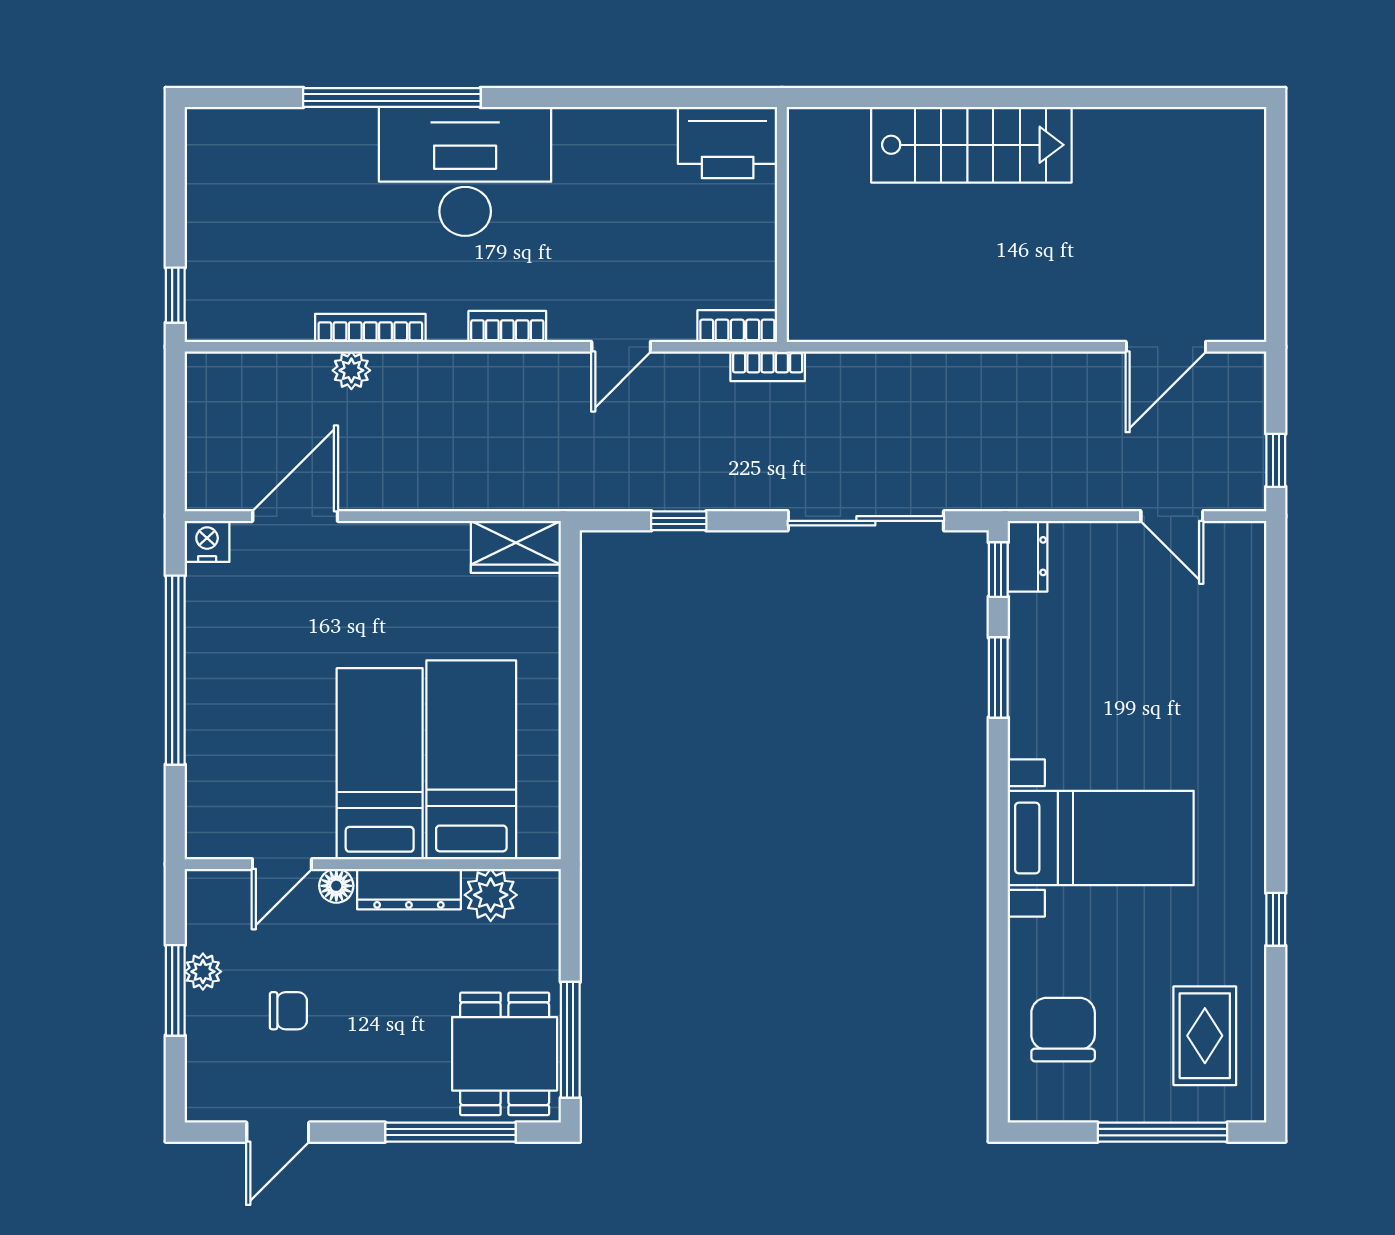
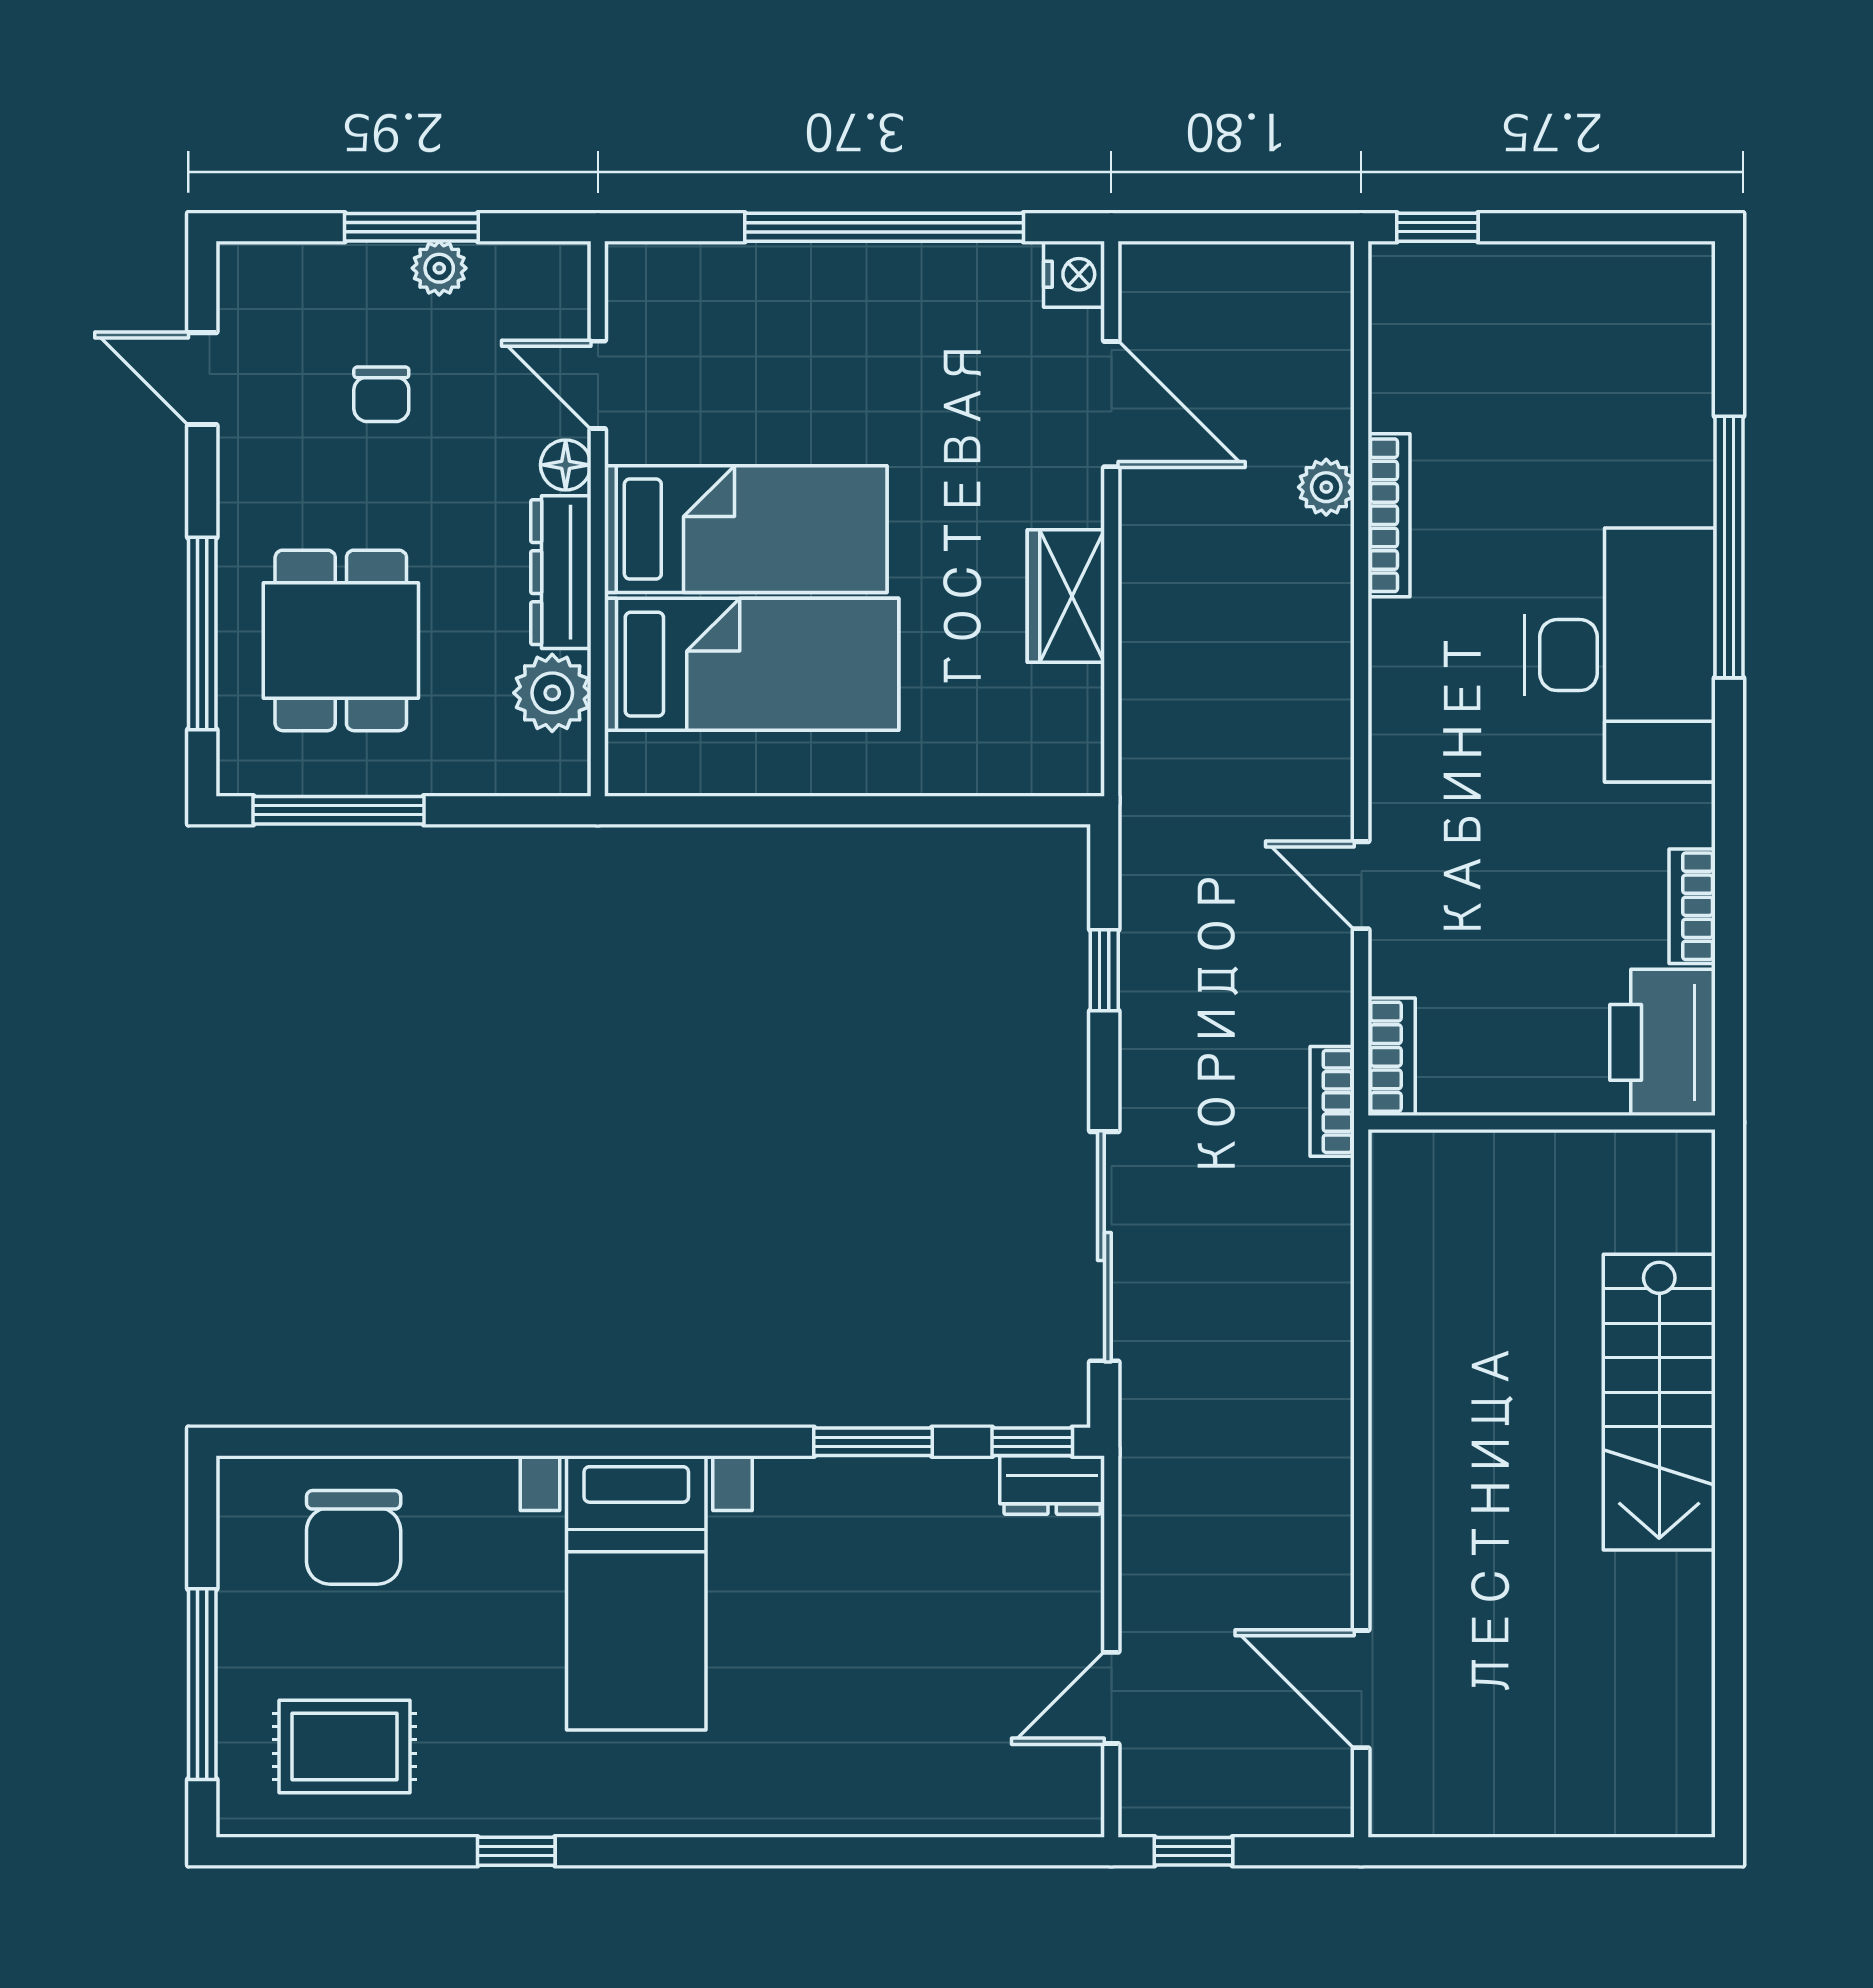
bookcase: (507, 327) -> (1692, 906), moved, turned 180
wardrobe: (516, 547) -> (1066, 596), moved
chair: (1063, 1030) -> (354, 1537), turned 90
dining table: (505, 1054) -> (341, 640), moved, turned 90

